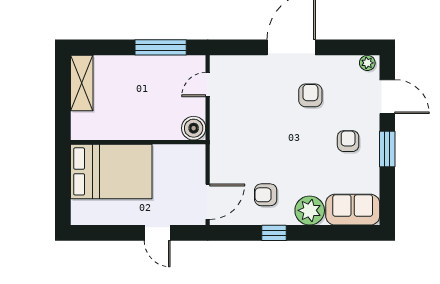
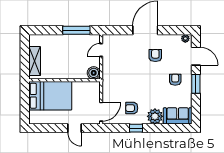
shelving: (82, 83) -> (35, 61), moved

